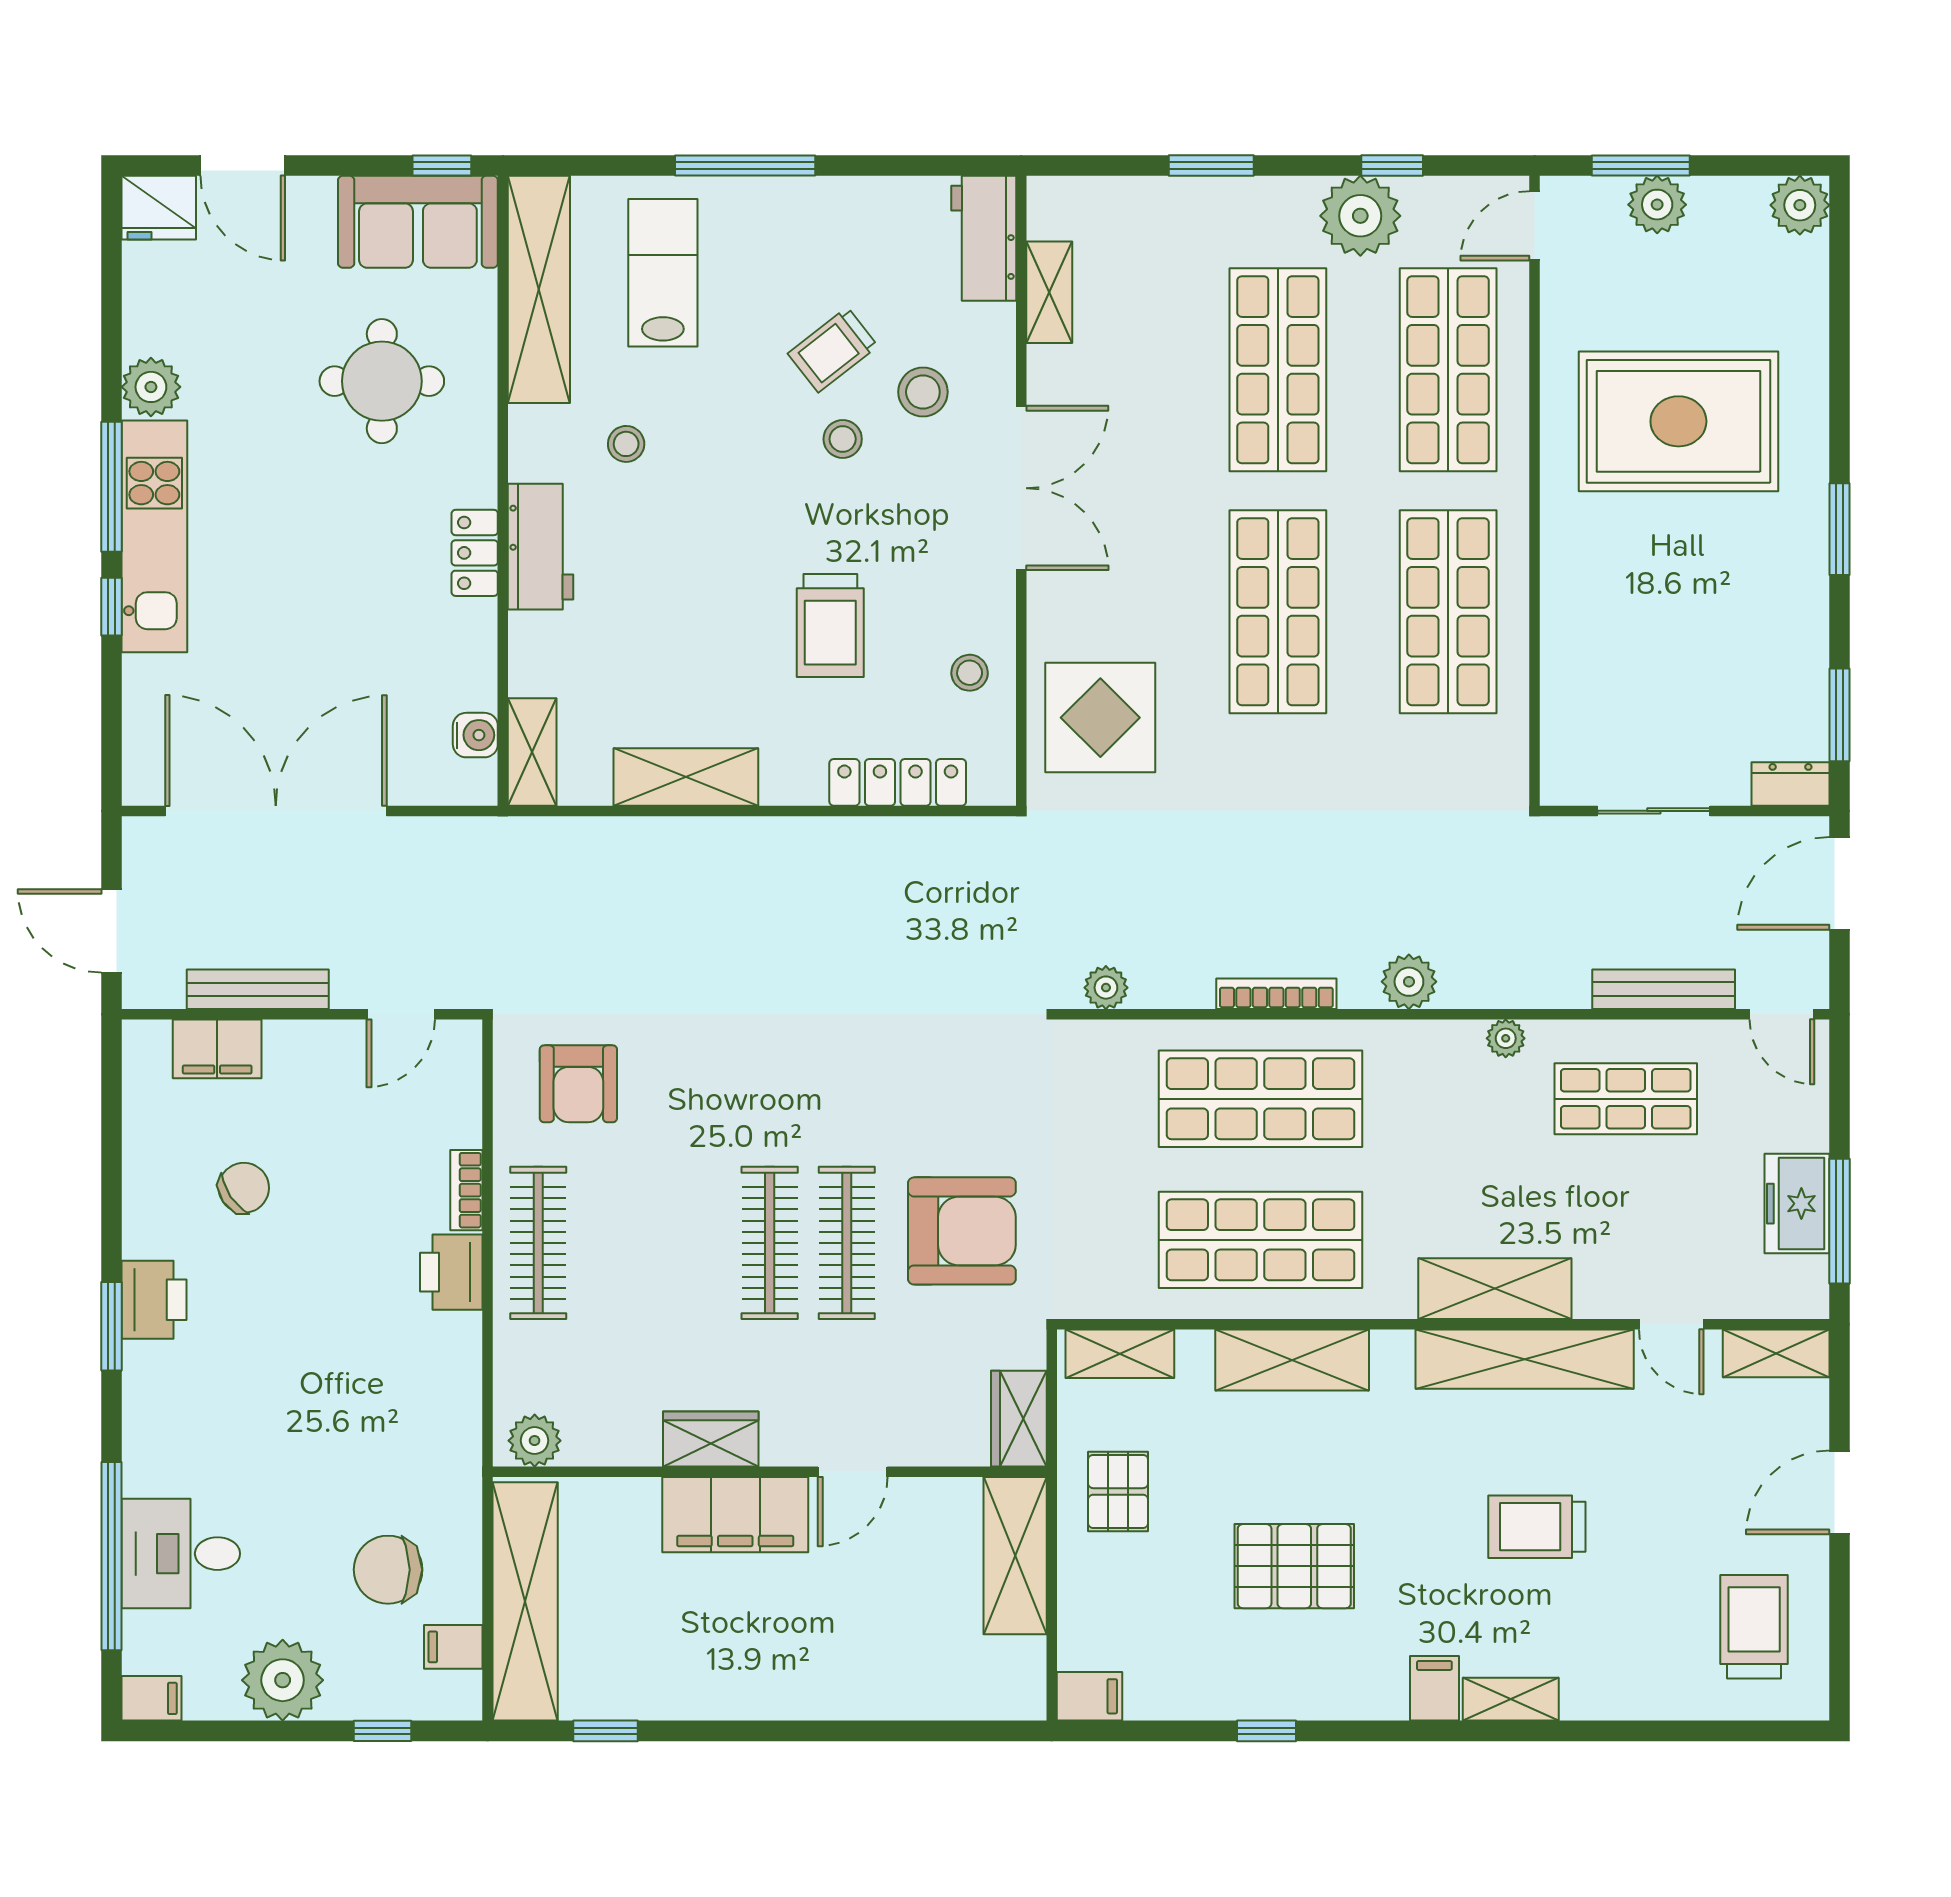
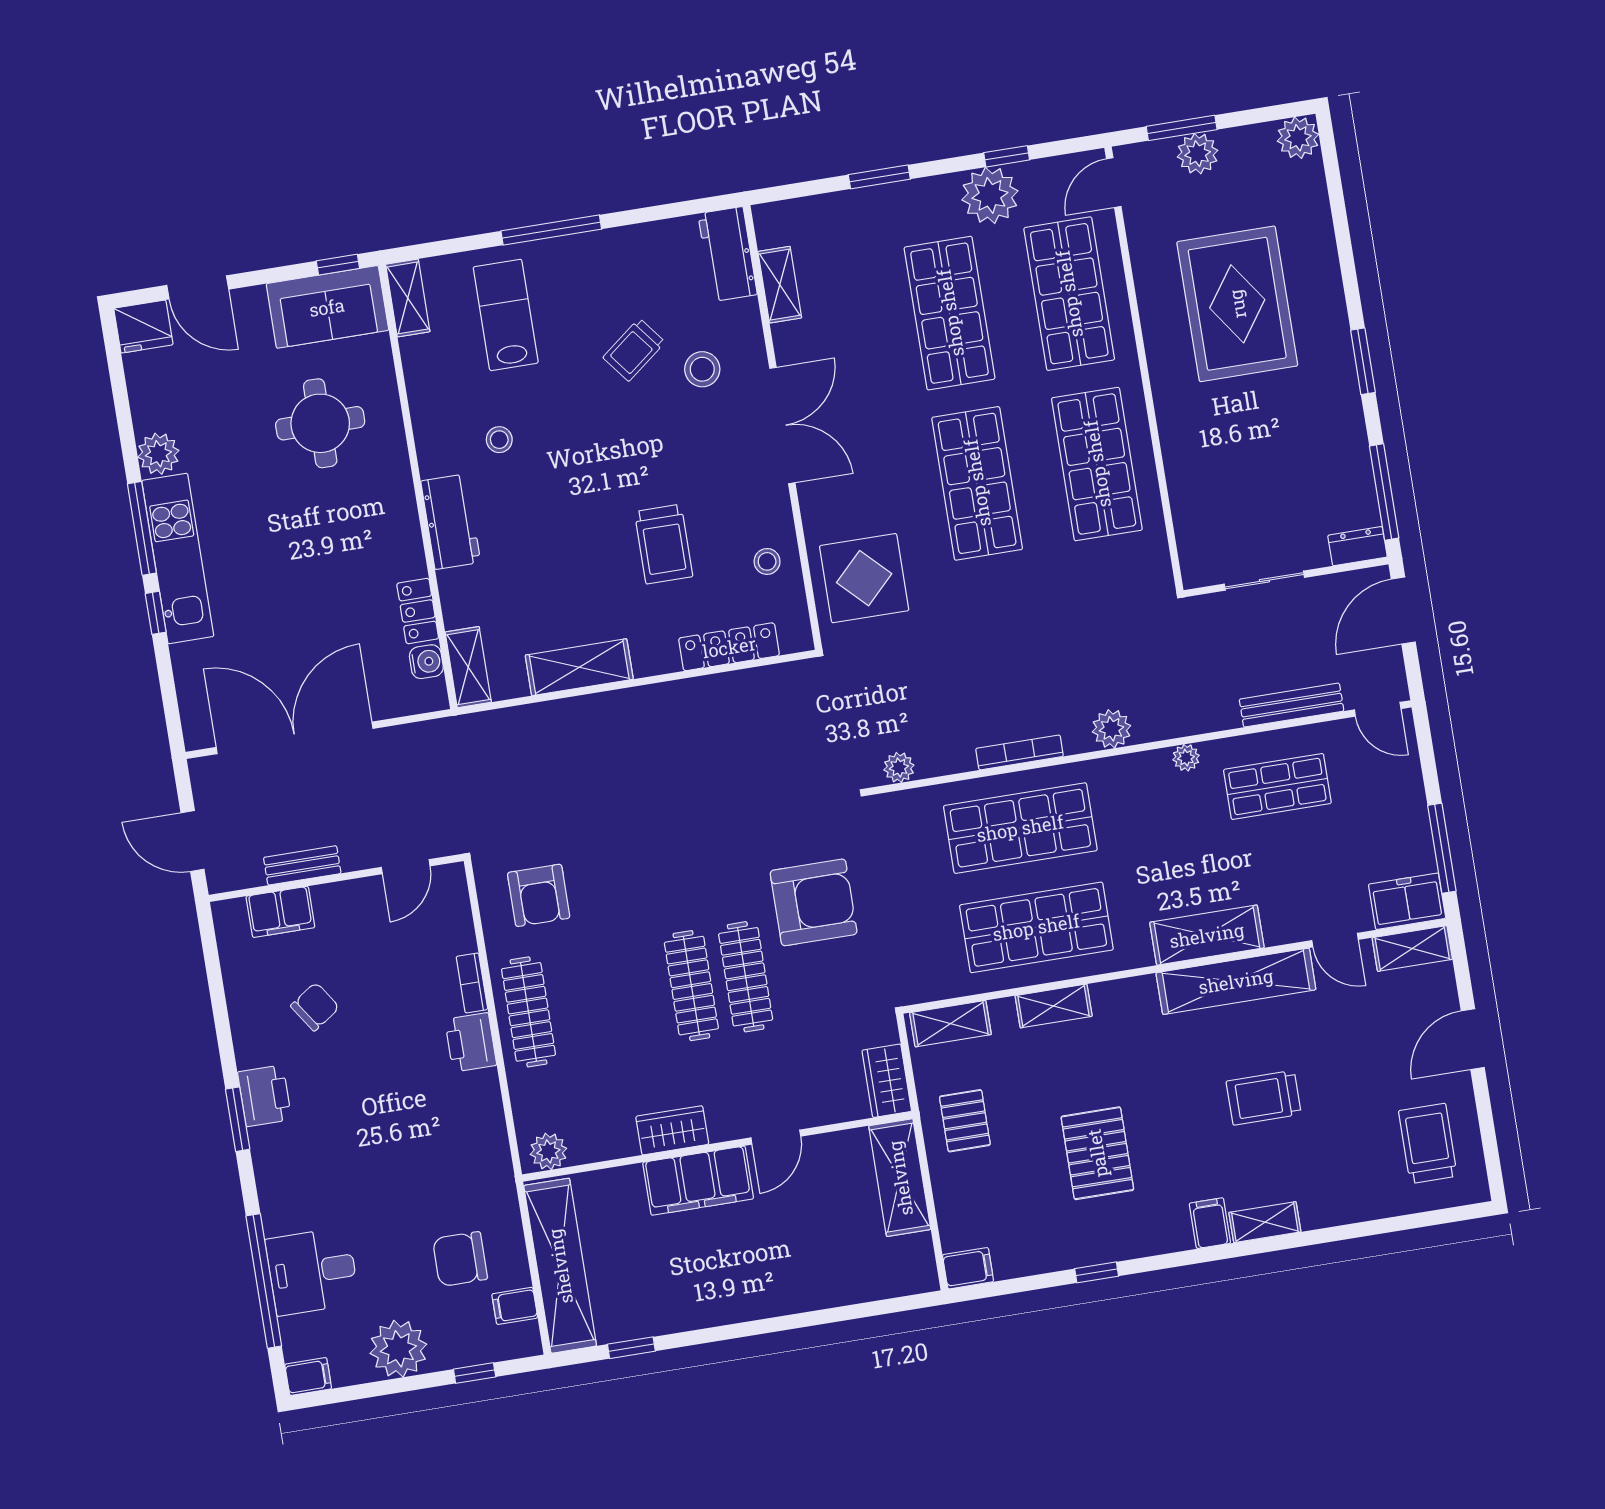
shelving: (539, 289) -> (408, 298), width x0.45, depth x0.75
rug: (1678, 421) -> (1237, 304), turned 90
stool: (843, 439) -> (651, 411), removed
locker: (475, 553) -> (418, 611), moved
window: (1840, 715) -> (1384, 492), width x1.44
bench: (258, 989) -> (302, 865), width x0.73
freezer: (1797, 1204) -> (1407, 901), moved, turned 90
armchair: (962, 1231) -> (814, 902), moved
shelving: (1292, 1360) -> (1054, 1006), width x0.67, depth x0.75
pallet: (1294, 1566) -> (1097, 1153), turned 90

